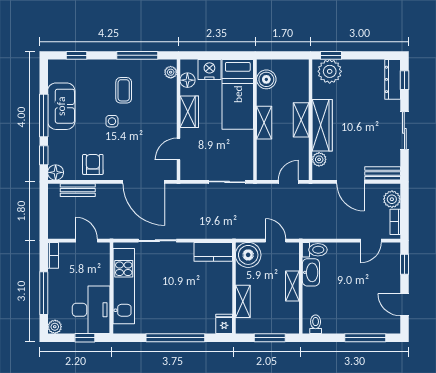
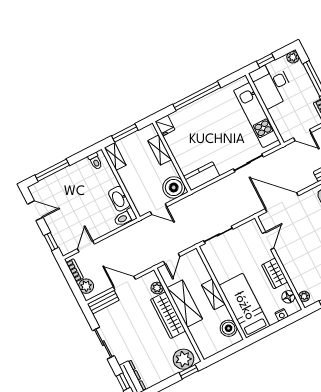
nightstand: (209, 70) -> (281, 315), width x0.53, depth x0.56
shelving: (301, 120) -> (185, 303), width x1.50, depth x1.33
shelving: (292, 286) -> (115, 156), moved

